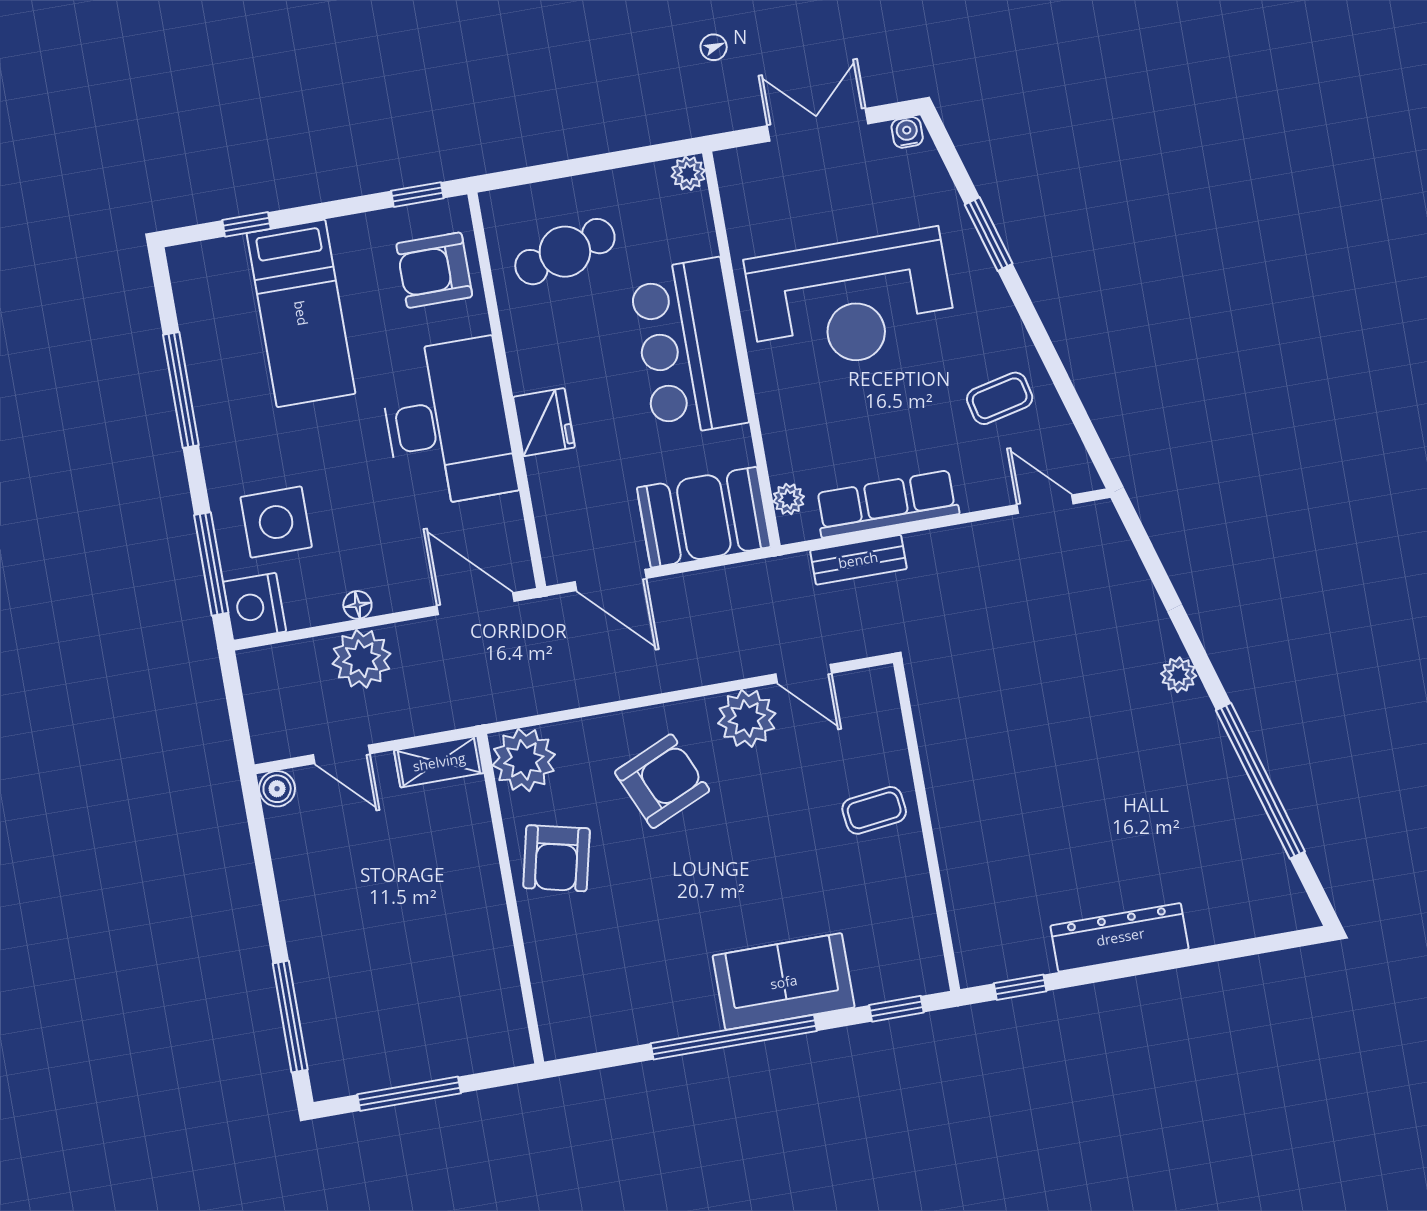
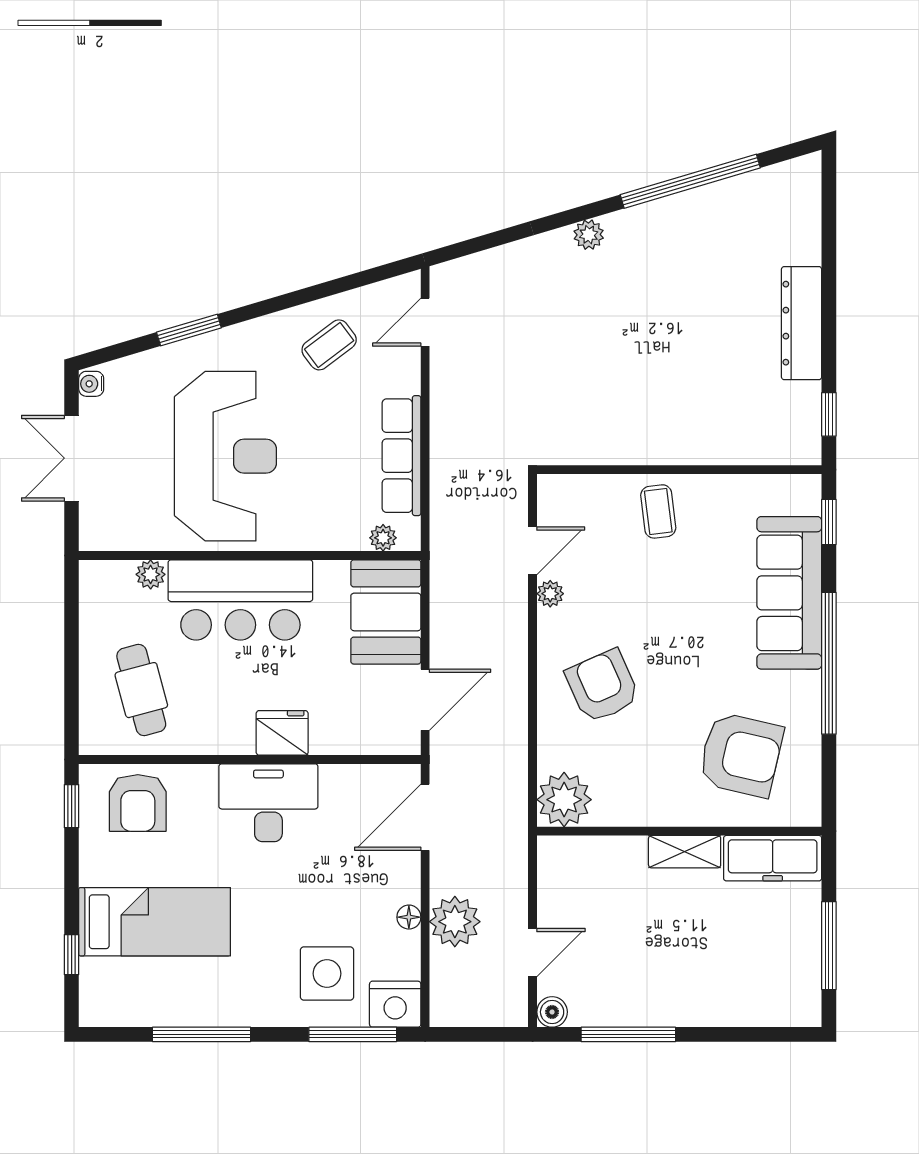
plant: (688, 173) -> (151, 574), moved
coffee table: (1000, 398) -> (329, 345), turned 66
desk: (447, 423) -> (268, 803), width x0.73, depth x0.77
bench: (858, 560) -> (445, 488), removed
plant: (747, 718) -> (550, 594), width x0.53, depth x0.53
shelving: (439, 762) -> (685, 852), moved, turned 90
armchair: (557, 858) -> (741, 755), moved, width x1.36, depth x1.36
sofa: (784, 982) -> (789, 593), width x1.36
freezer: (498, 1012) -> (773, 858), added
window: (290, 1017) -> (628, 1034), moved

